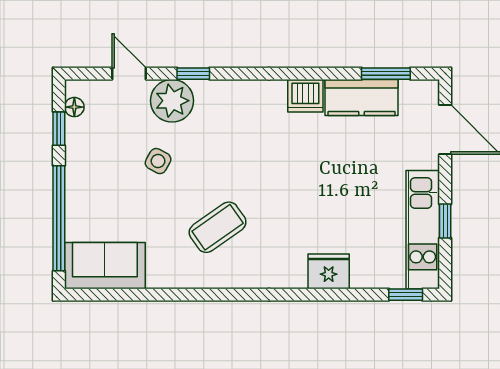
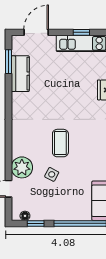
window: (193, 74) -> (8, 157), removed
dishwasher: (305, 96) -> (19, 101), removed
coffee table: (218, 227) -> (60, 143), moved, turned 35

